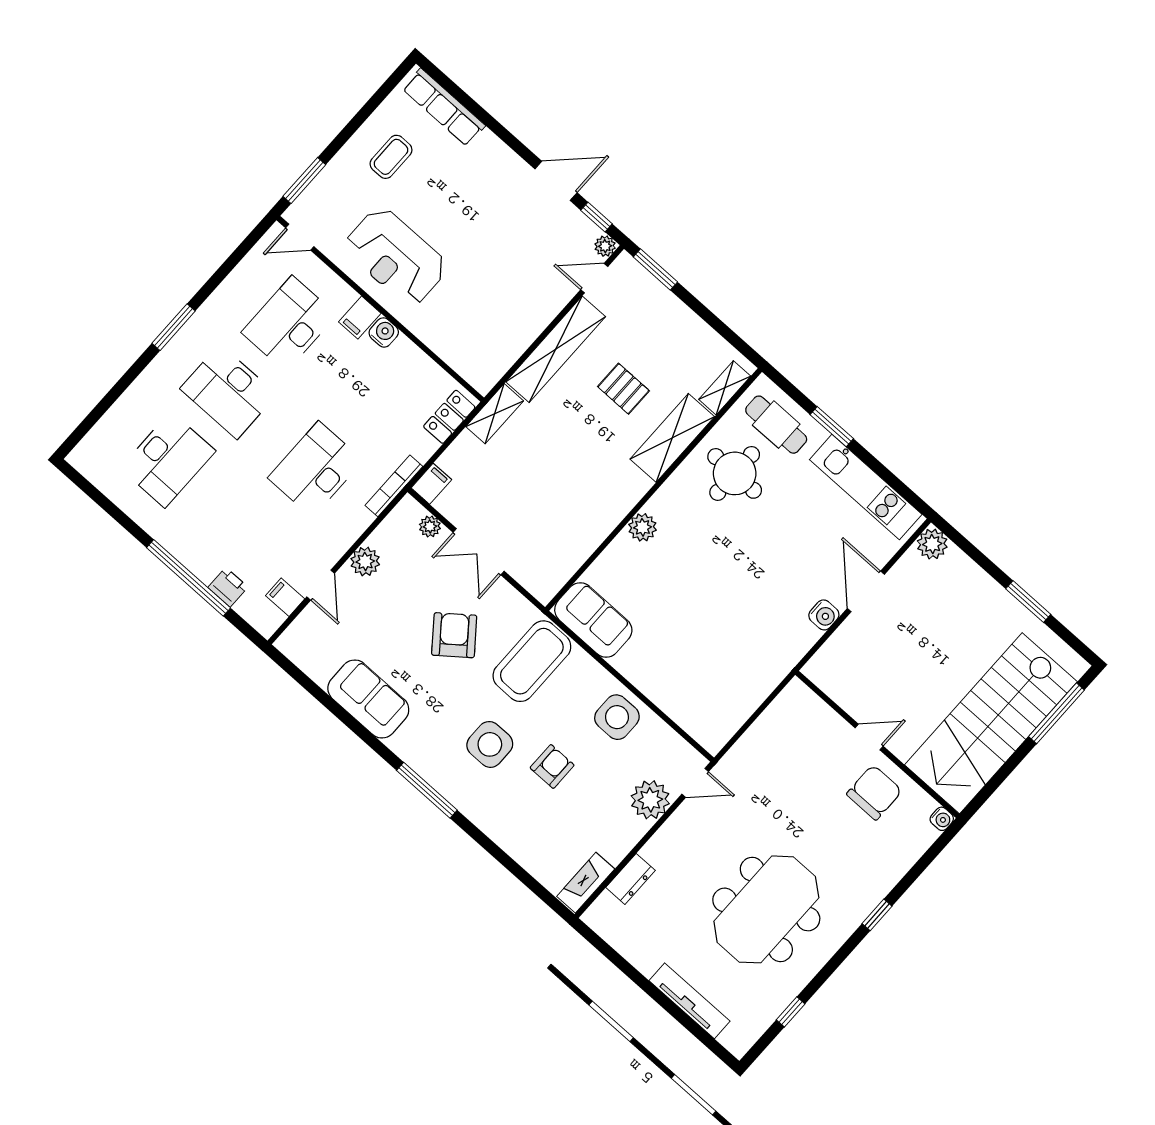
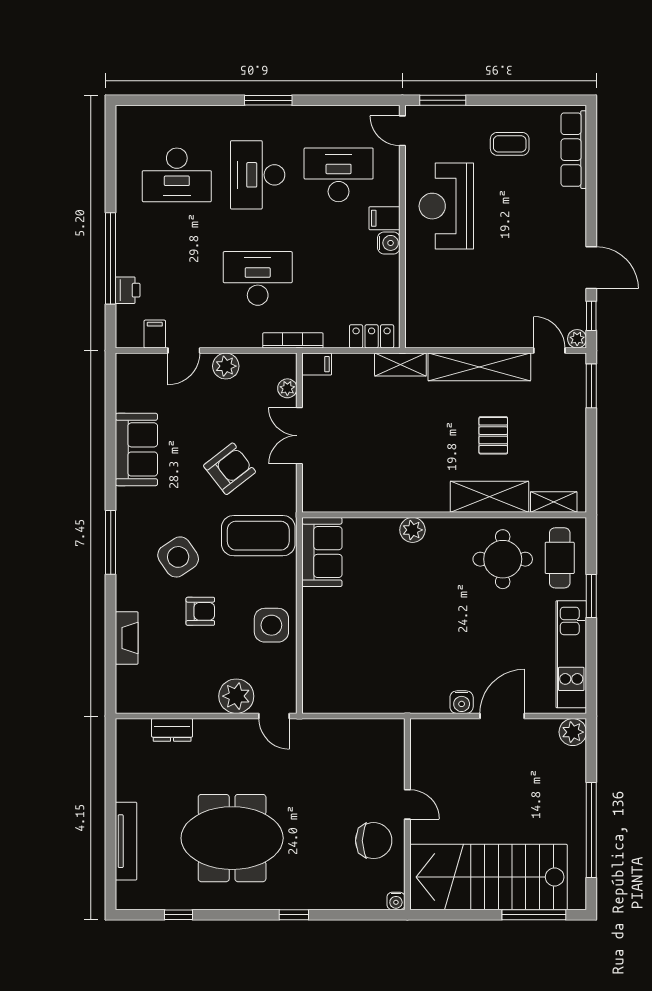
window: (1028, 602) -> (591, 830), width x2.11
side table: (490, 744) -> (178, 557), turned -34
fireplace: (586, 883) -> (127, 638), moved, turned 90

